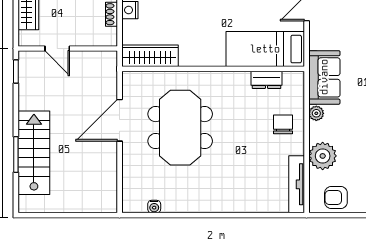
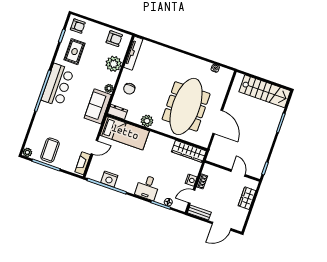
dresser: (266, 80) -> (118, 112), moved
plant: (236, 82) -> (147, 121), added
door: (120, 120) -> (218, 122), hinge flipped
meeting table: (180, 128) -> (186, 106), width x1.36
stairs: (34, 153) -> (265, 91), moved, turned -90

